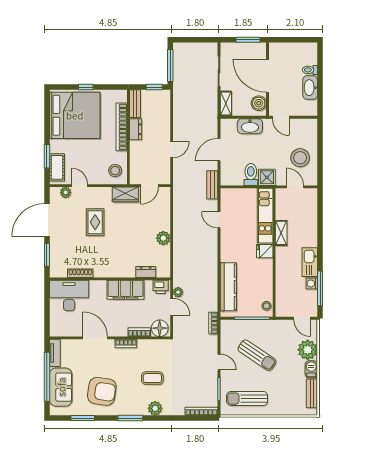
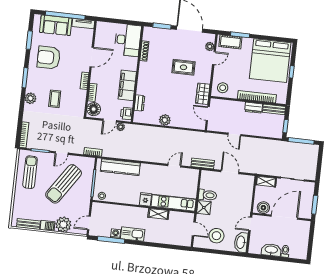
washbasin: (250, 126) -> (241, 242), moved
door: (295, 187) -> (194, 229), hinge flipped
sun lounger: (257, 355) -> (64, 184), width x1.36, depth x1.34
armchair: (102, 391) -> (49, 58), turned 82

